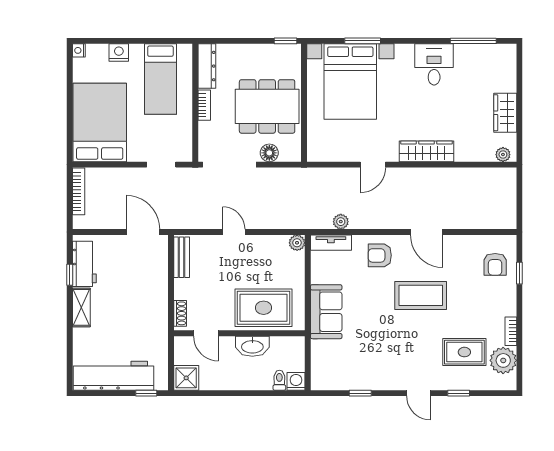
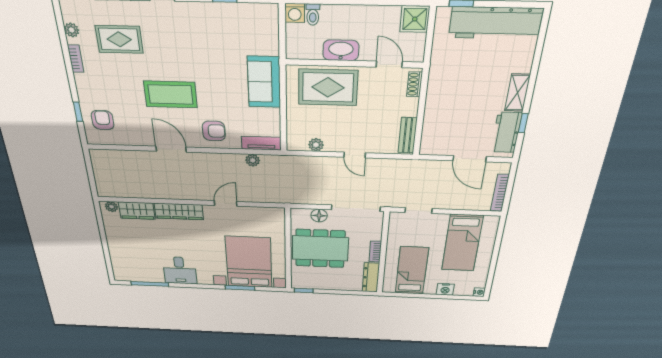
wardrobe: (505, 113) -> (137, 211), moved, turned 90
bed: (100, 122) -> (462, 243), width x0.67
door: (143, 232) -> (470, 159), moved
plant: (297, 243) -> (316, 145), moved
plant: (503, 360) -> (72, 30), width x0.53, depth x0.53

